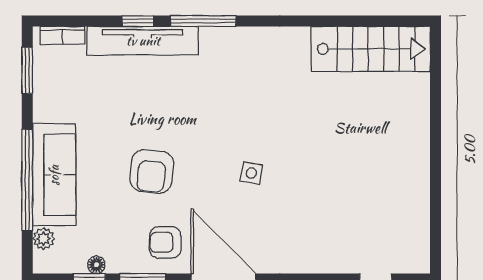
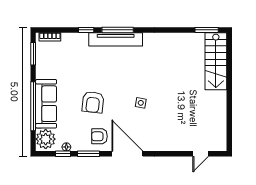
window: (388, 21) -> (207, 30), added
tv unit: (143, 41) -> (116, 39), moved
stairs: (371, 49) -> (216, 61), moved, turned 90
plant: (44, 239) -> (46, 139), width x1.87, depth x1.87

